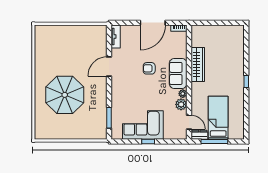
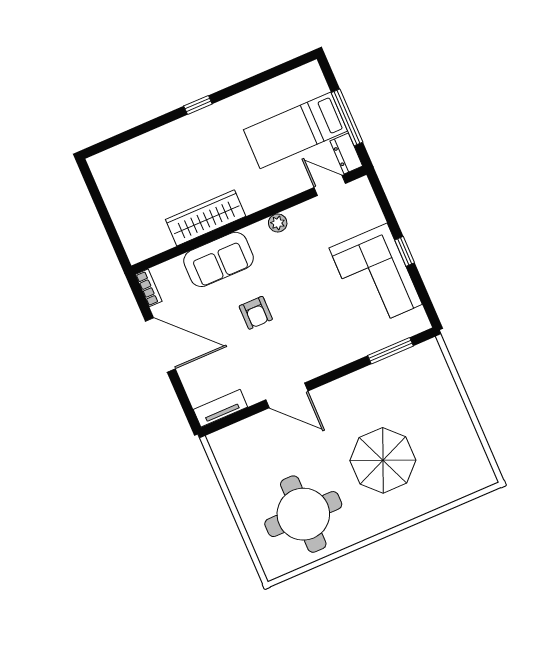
round table: (57, 52) -> (303, 514), added
sofa: (178, 73) -> (219, 259), moved
parasol: (65, 95) -> (383, 460), width x0.73, depth x0.73
plant: (181, 104) -> (301, 217), removed
door: (189, 122) -> (330, 185), hinge flipped

